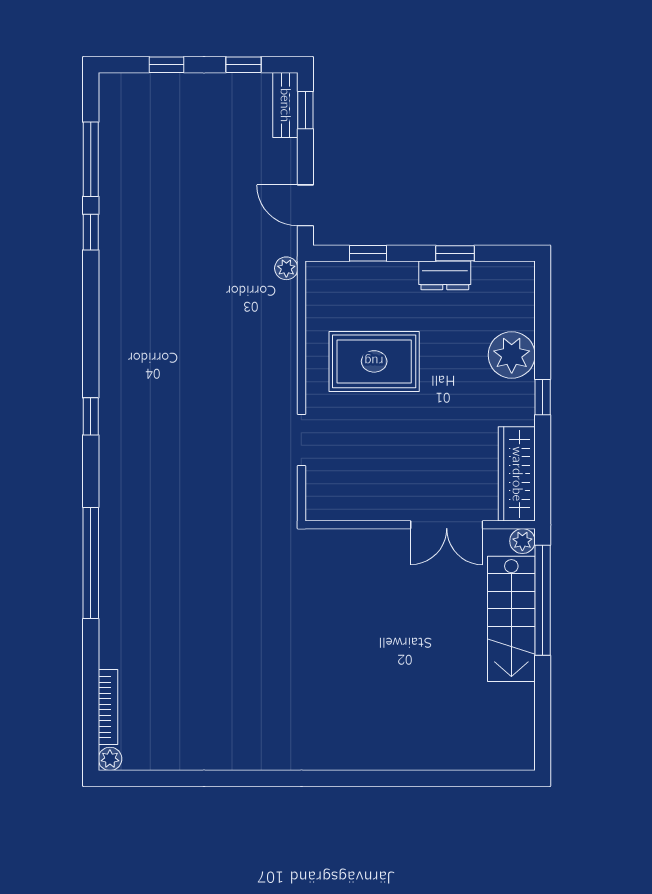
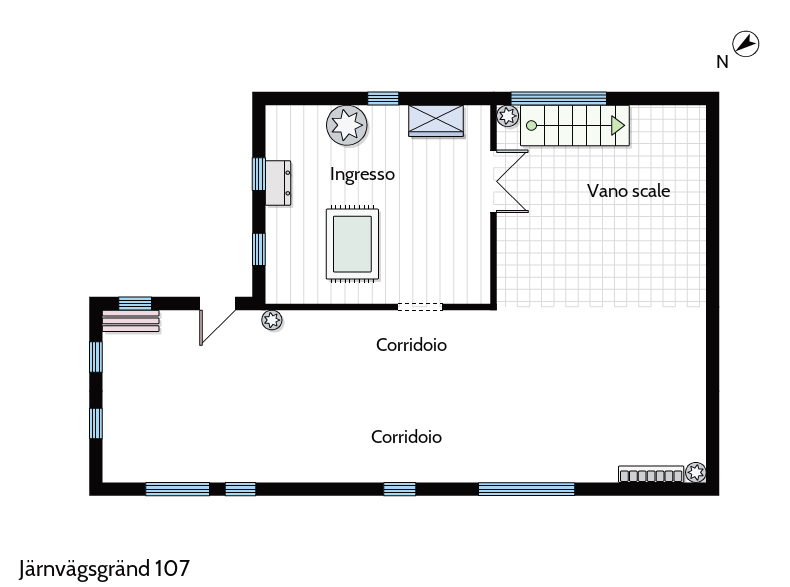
wardrobe: (517, 474) -> (436, 121), width x0.67

